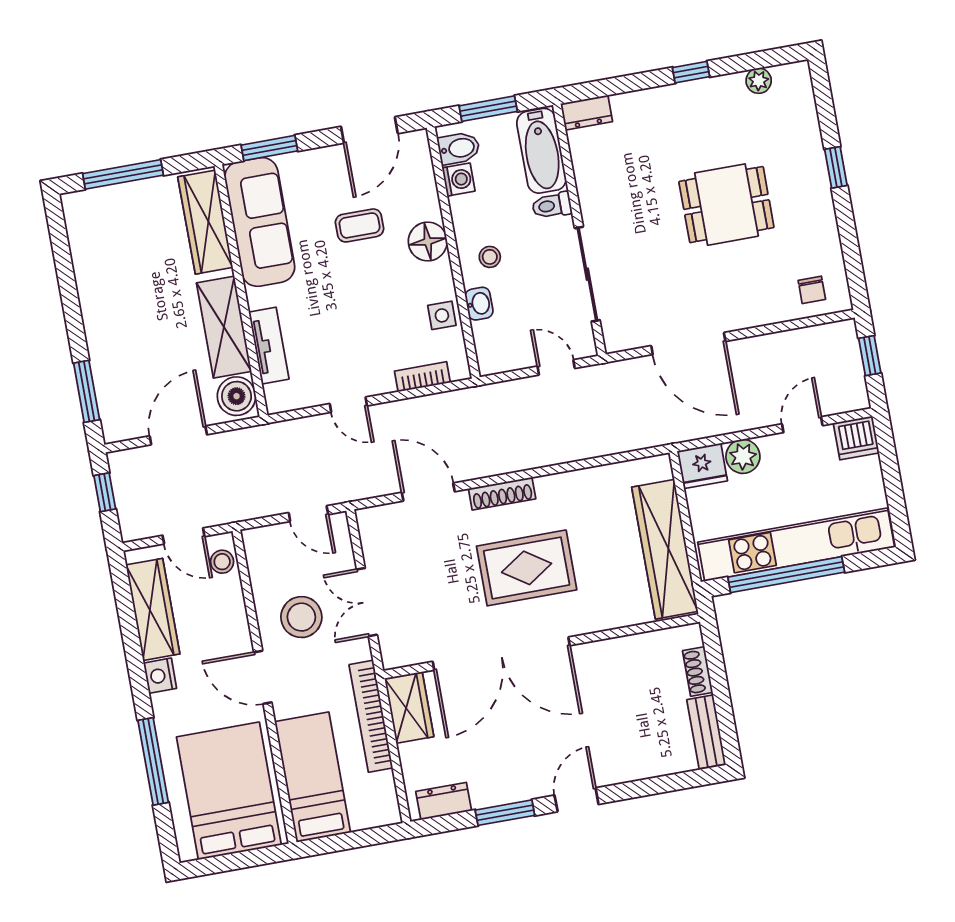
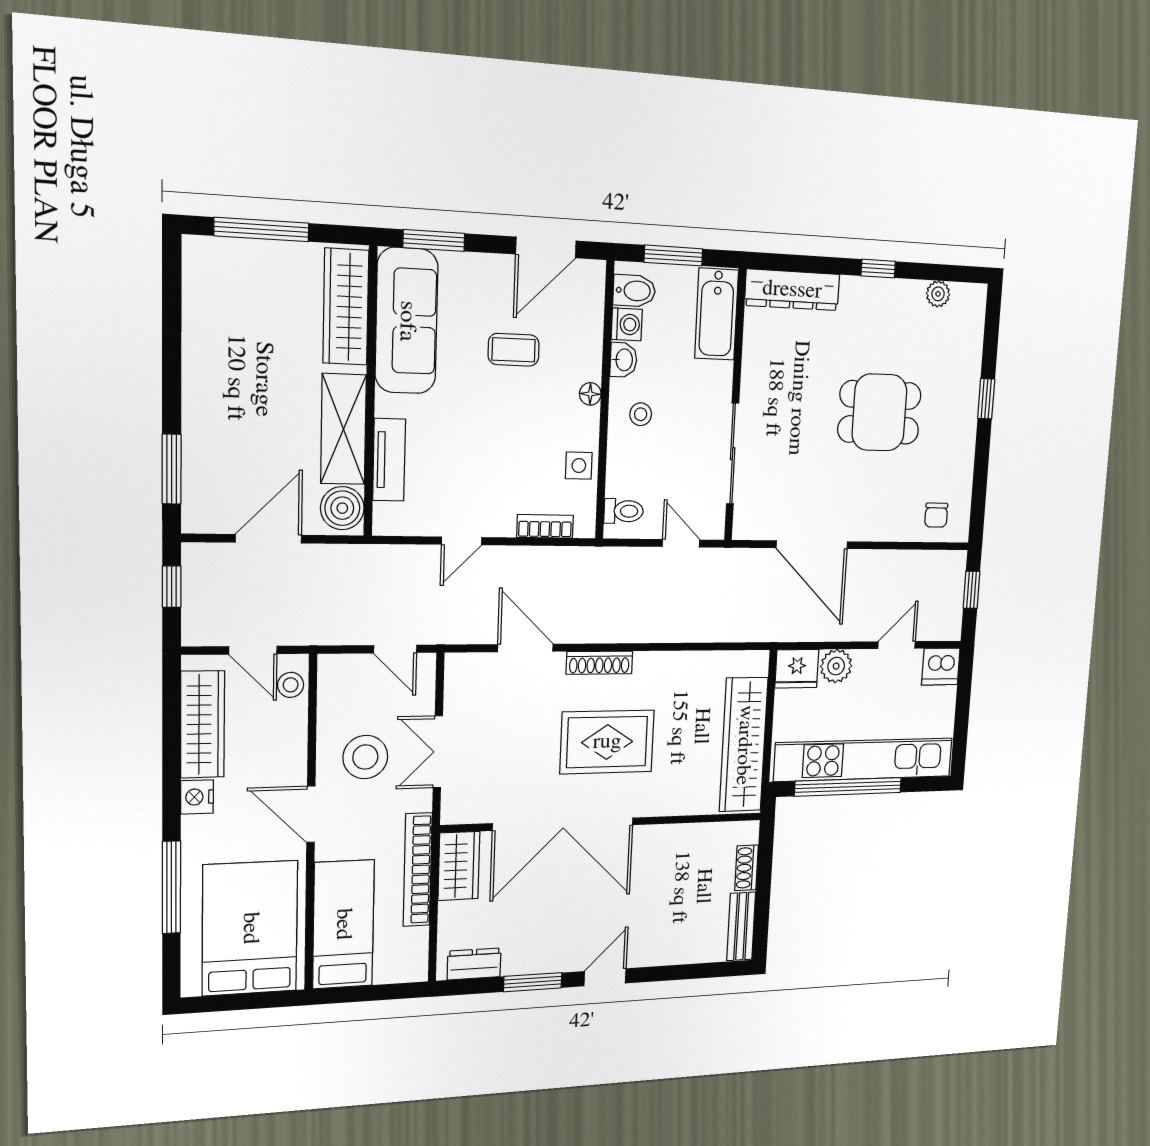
dresser: (587, 113) -> (792, 290), width x1.96, depth x1.24
toilet: (552, 205) -> (624, 511), moved, turned 180
floor lamp: (428, 242) -> (590, 394), width x0.53, depth x0.53
washbasin: (479, 304) -> (623, 360), moved
door: (348, 405) -> (462, 541), hinge flipped

